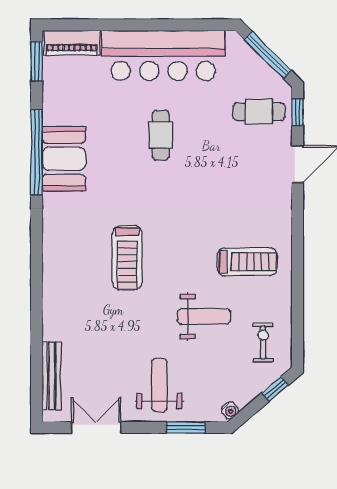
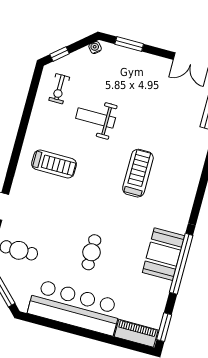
treadmill: (247, 262) -> (54, 164), moved, turned 180
weight bench: (159, 385) -> (139, 78), removed

